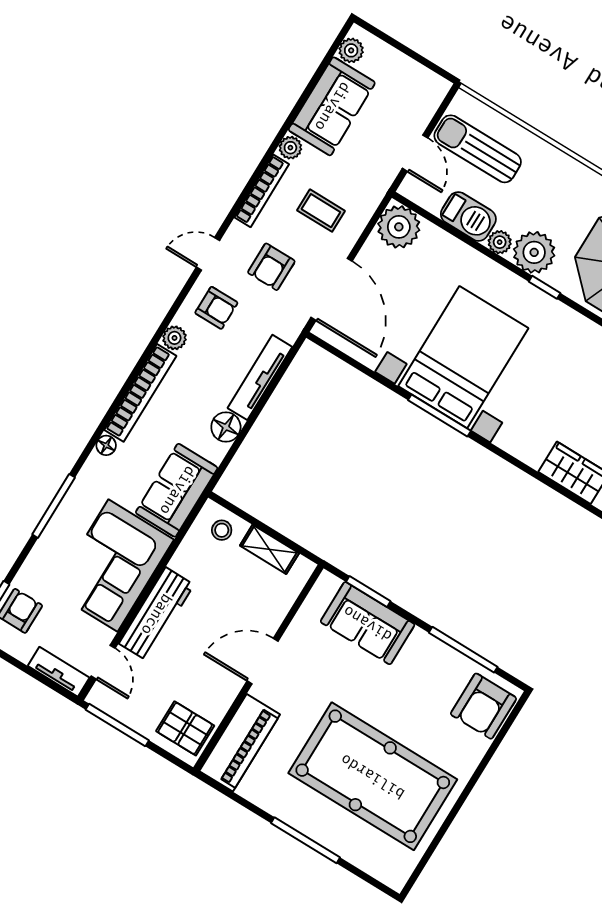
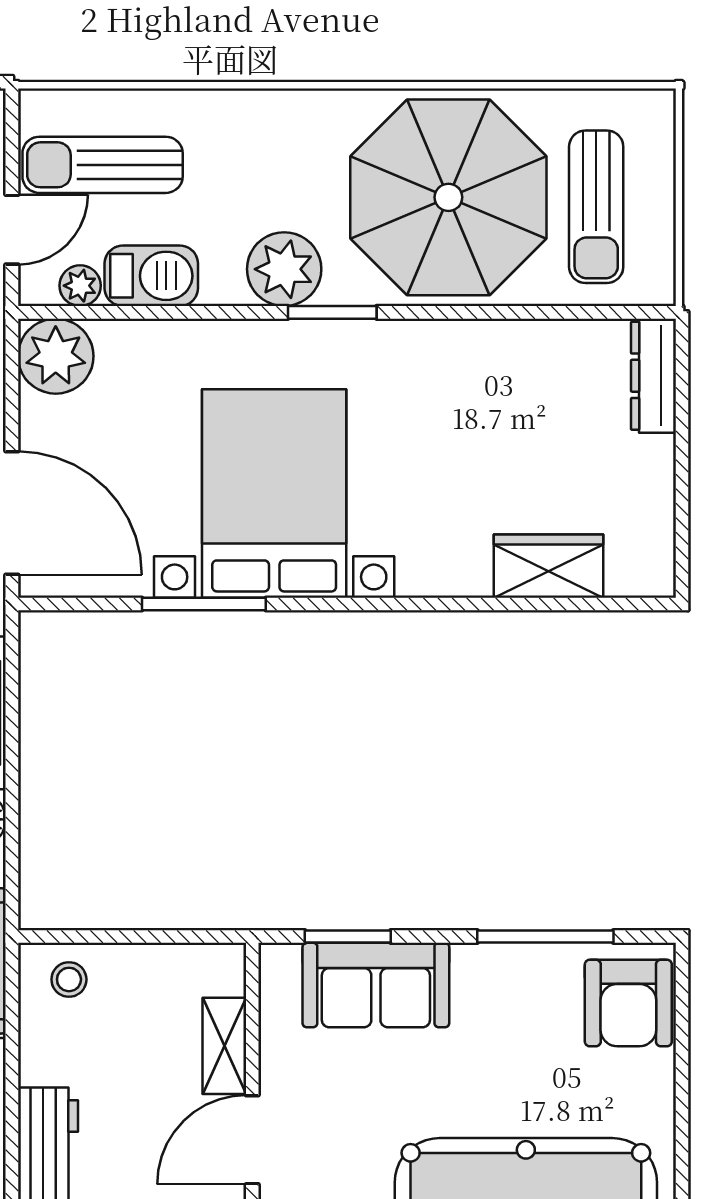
door: (415, 153) -> (12, 230), hinge flipped
plant: (500, 242) -> (80, 286), moved
window: (545, 287) -> (332, 312), width x1.50
window: (439, 415) -> (204, 604), moved
shelving: (269, 549) -> (224, 1046), moved, turned 90

